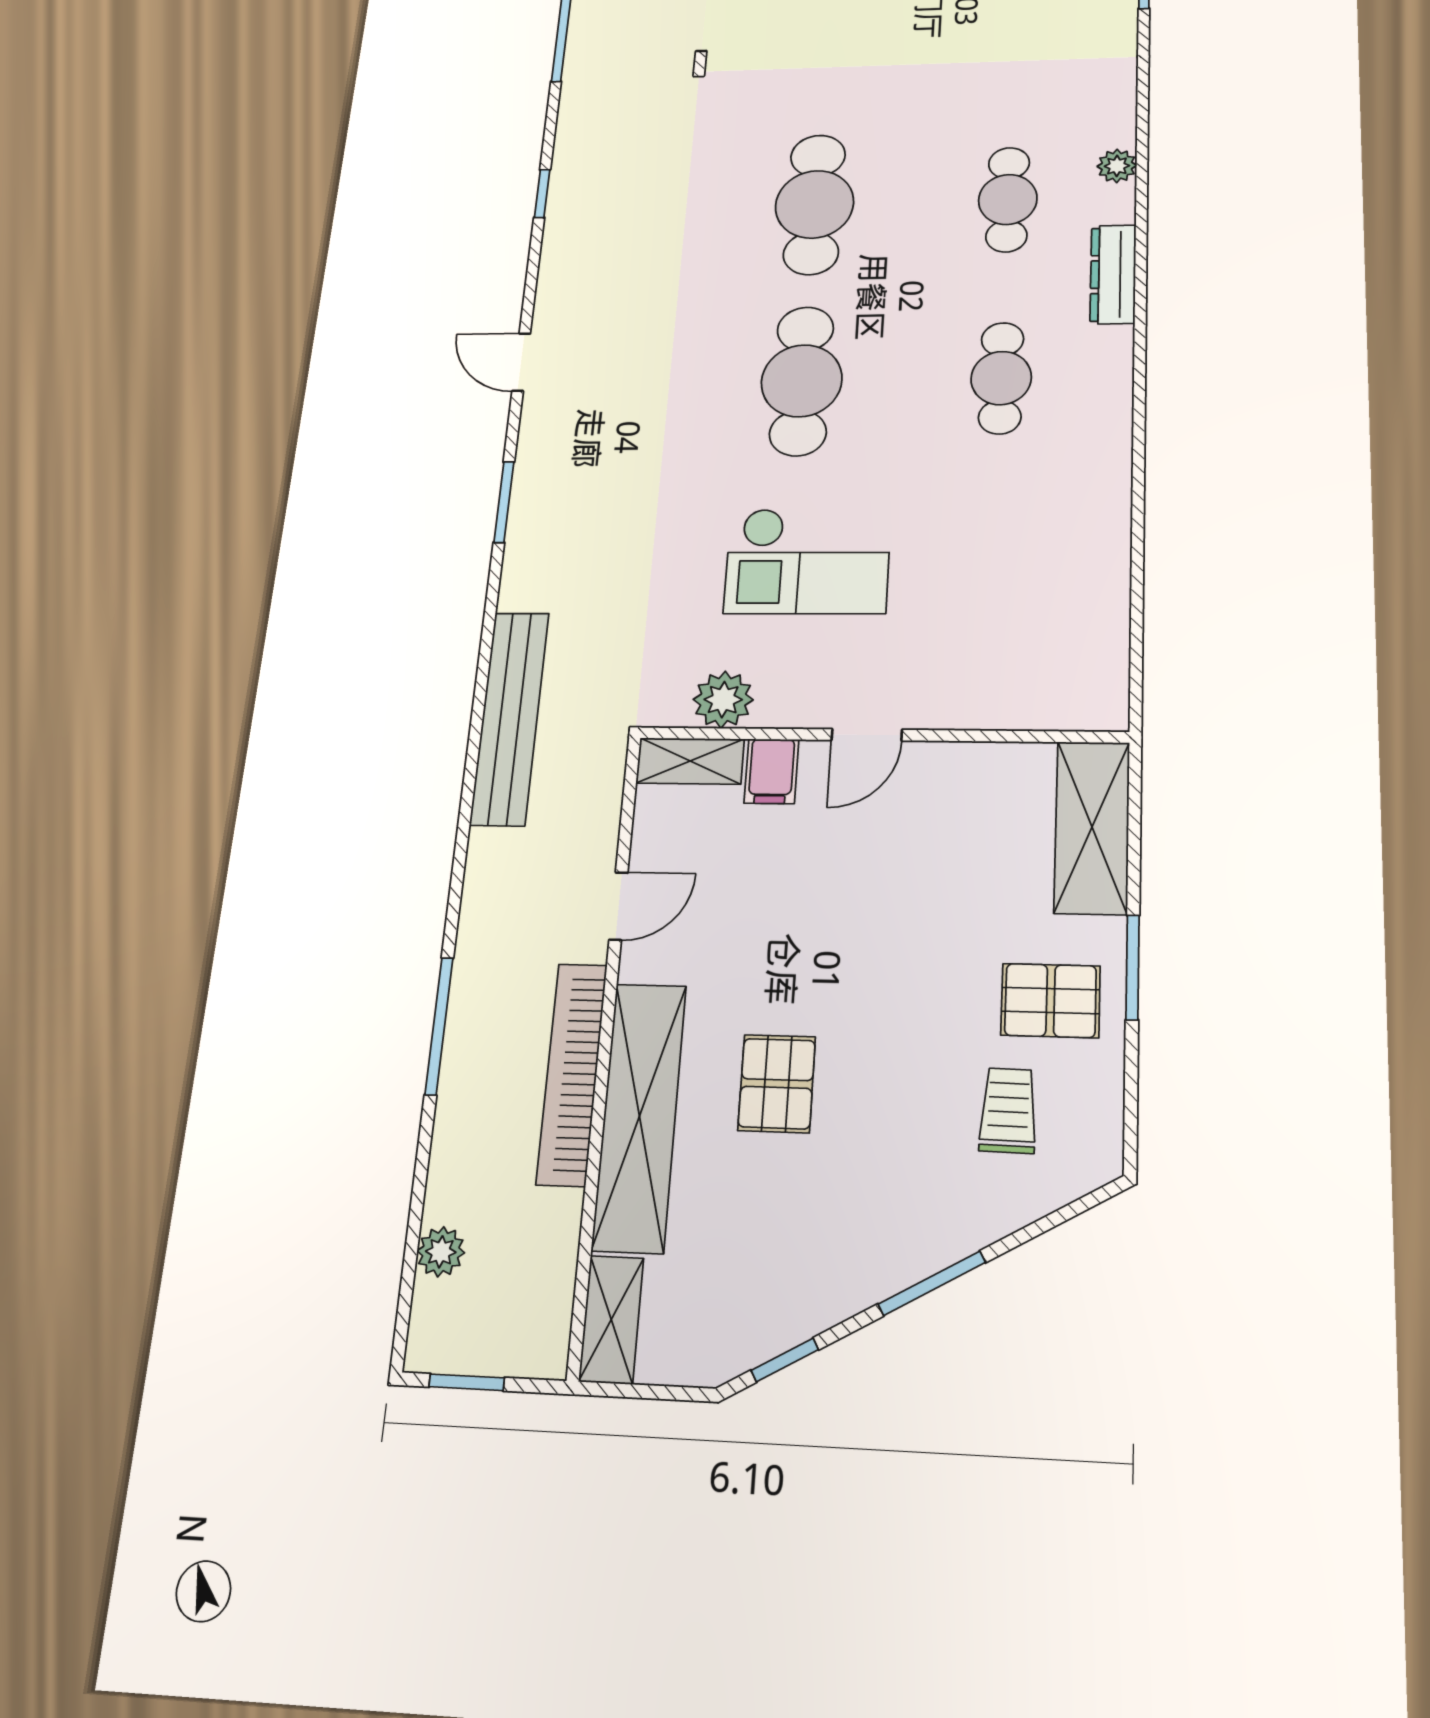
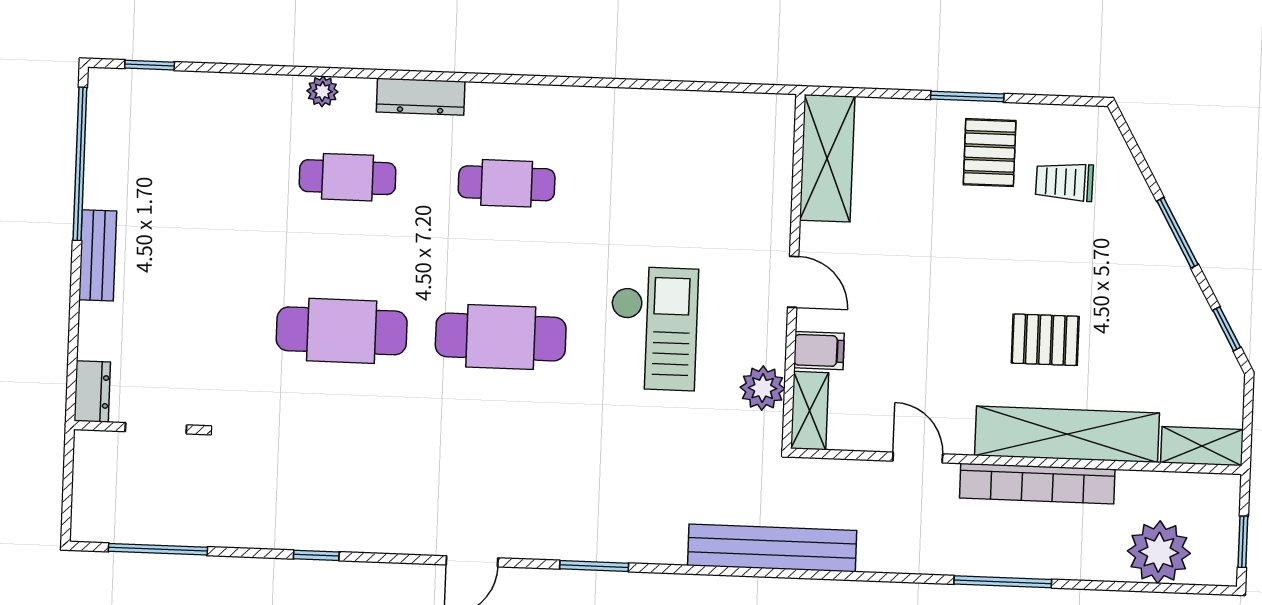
shelving: (1092, 827) -> (827, 158), moved, turned 90
plant: (441, 1252) -> (1159, 552), width x1.88, depth x1.88

